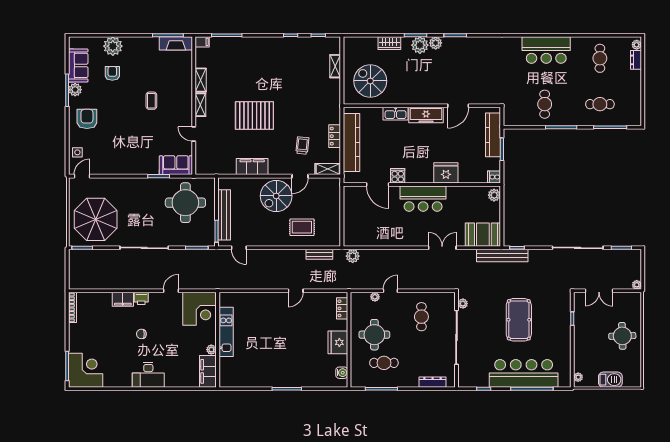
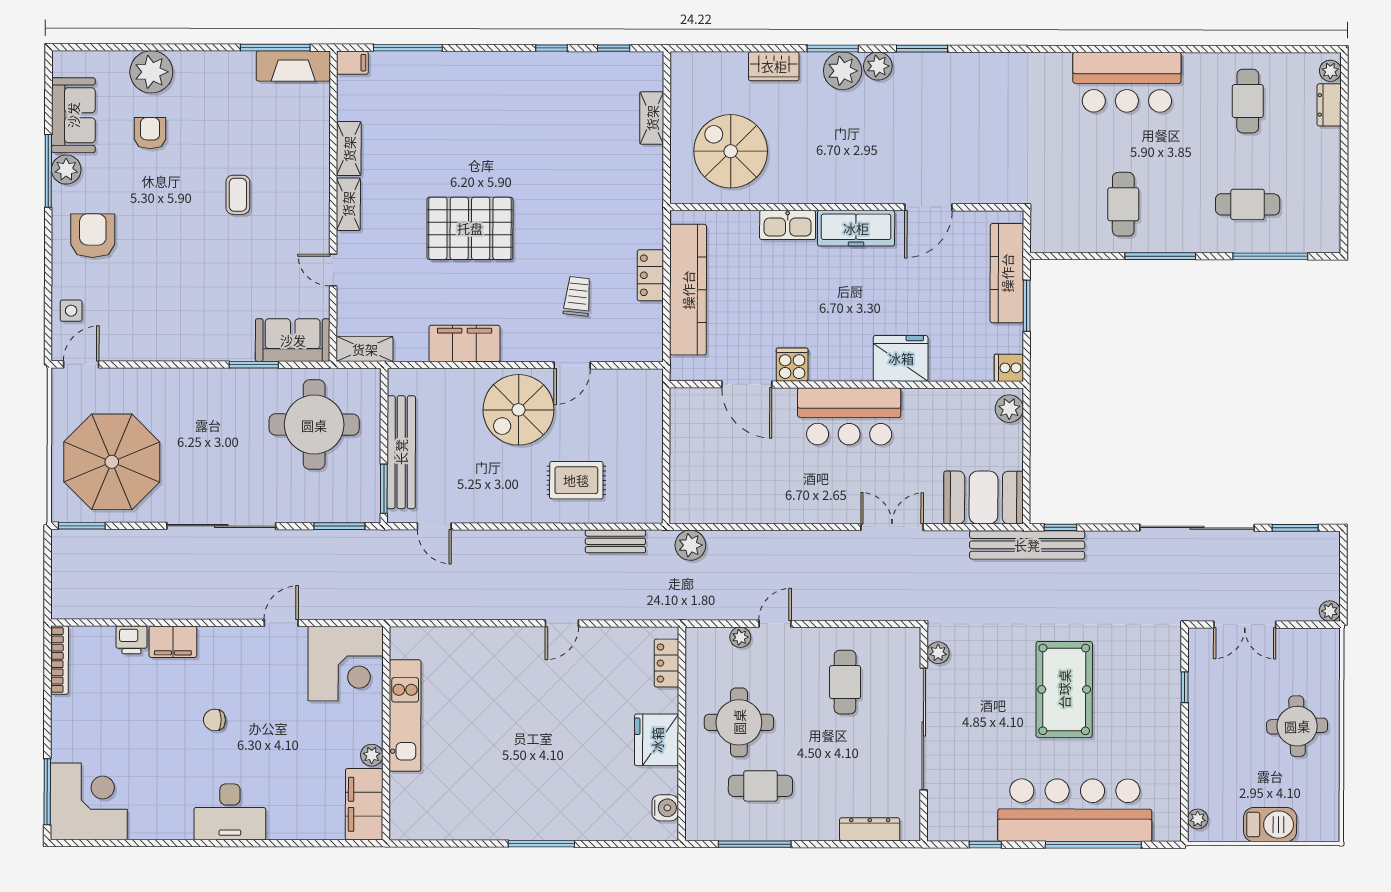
shelving: (328, 169) -> (365, 349), moved
printer: (141, 298) -> (131, 640), moved

